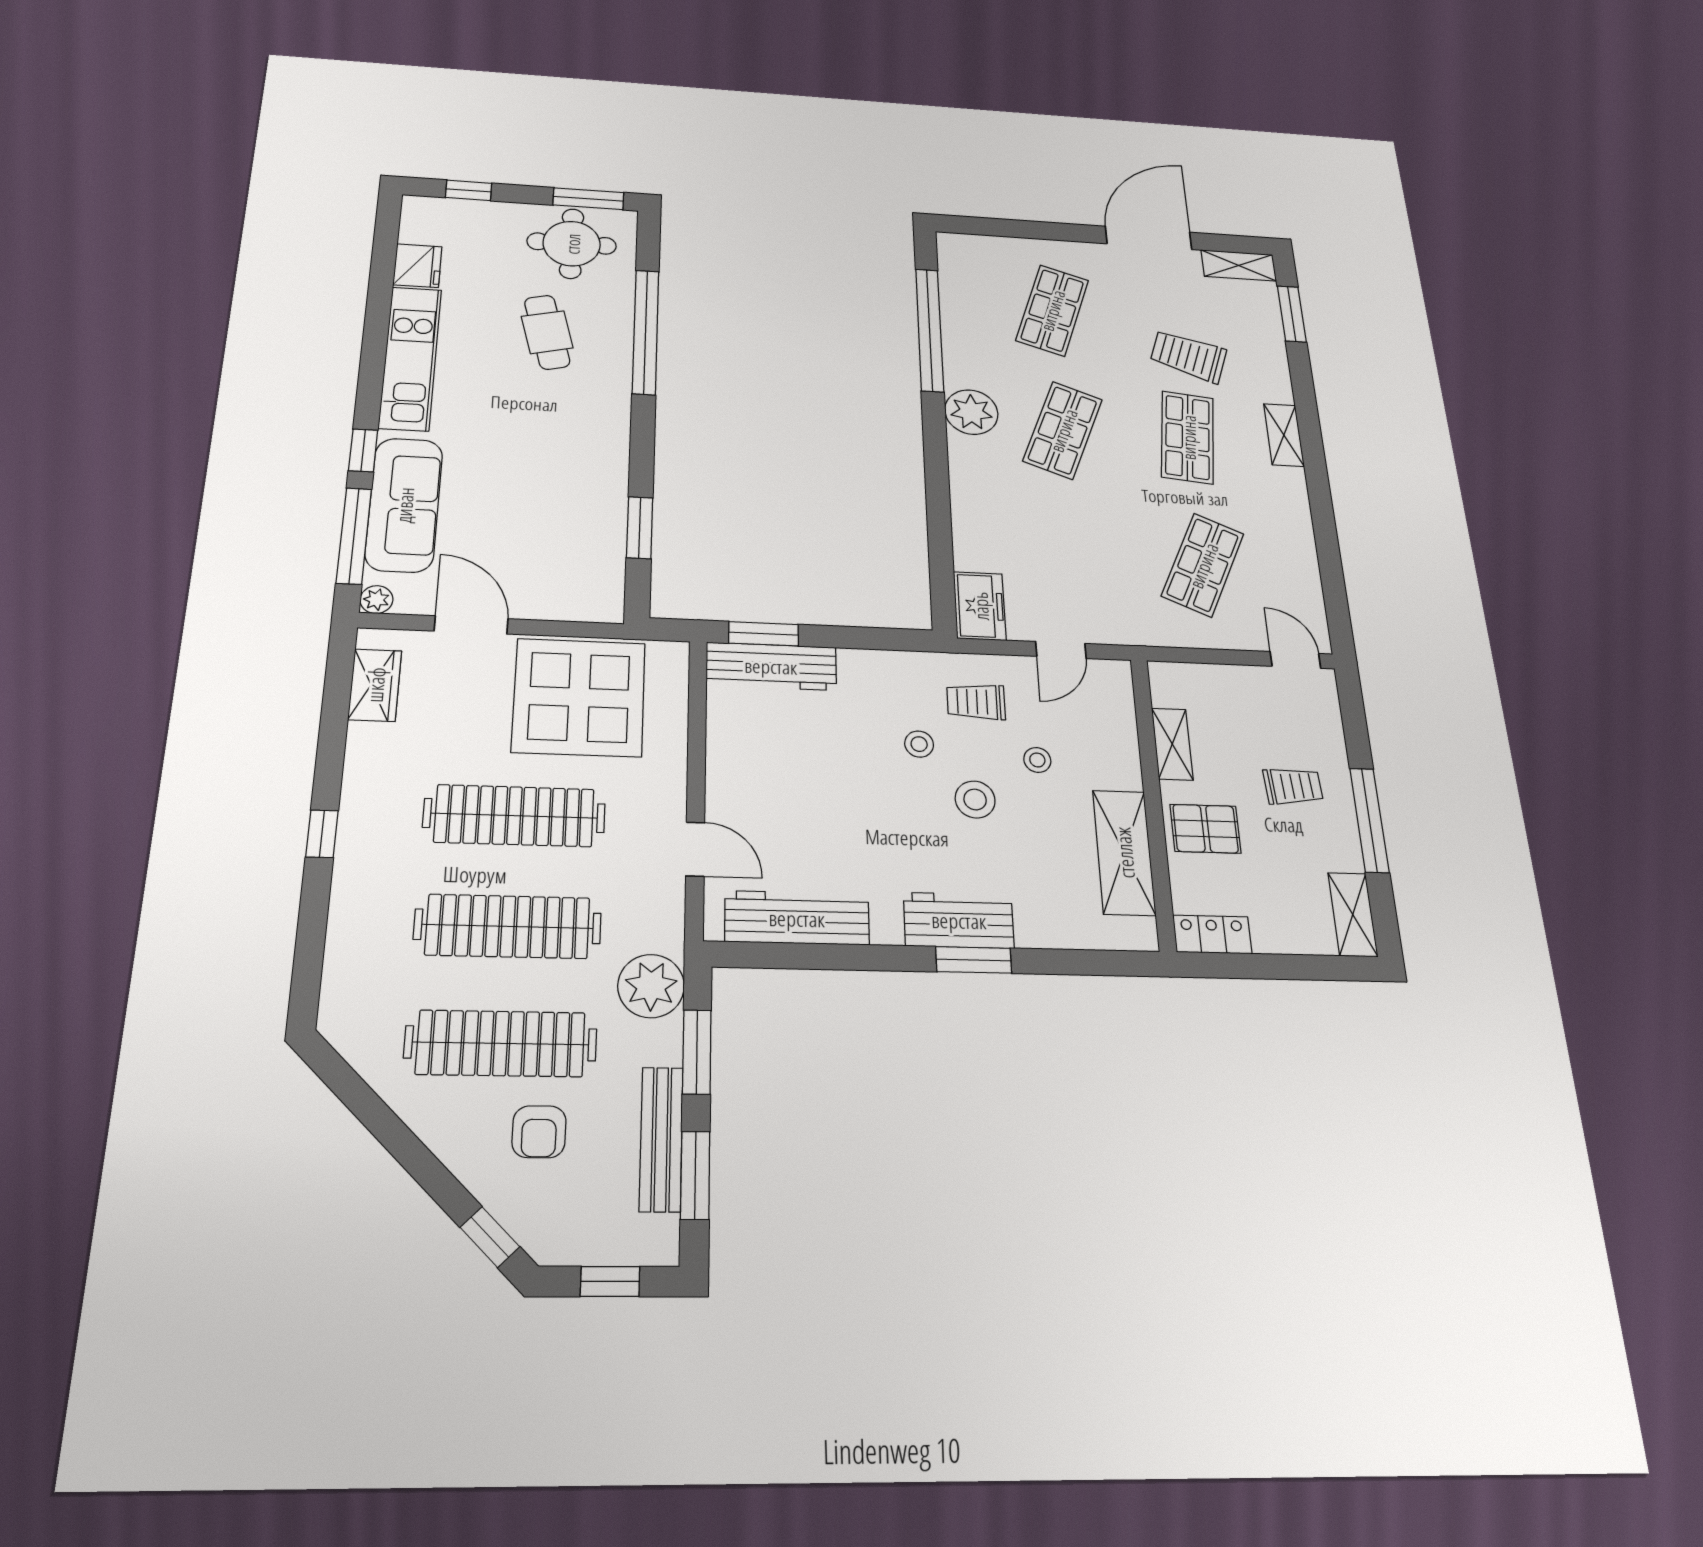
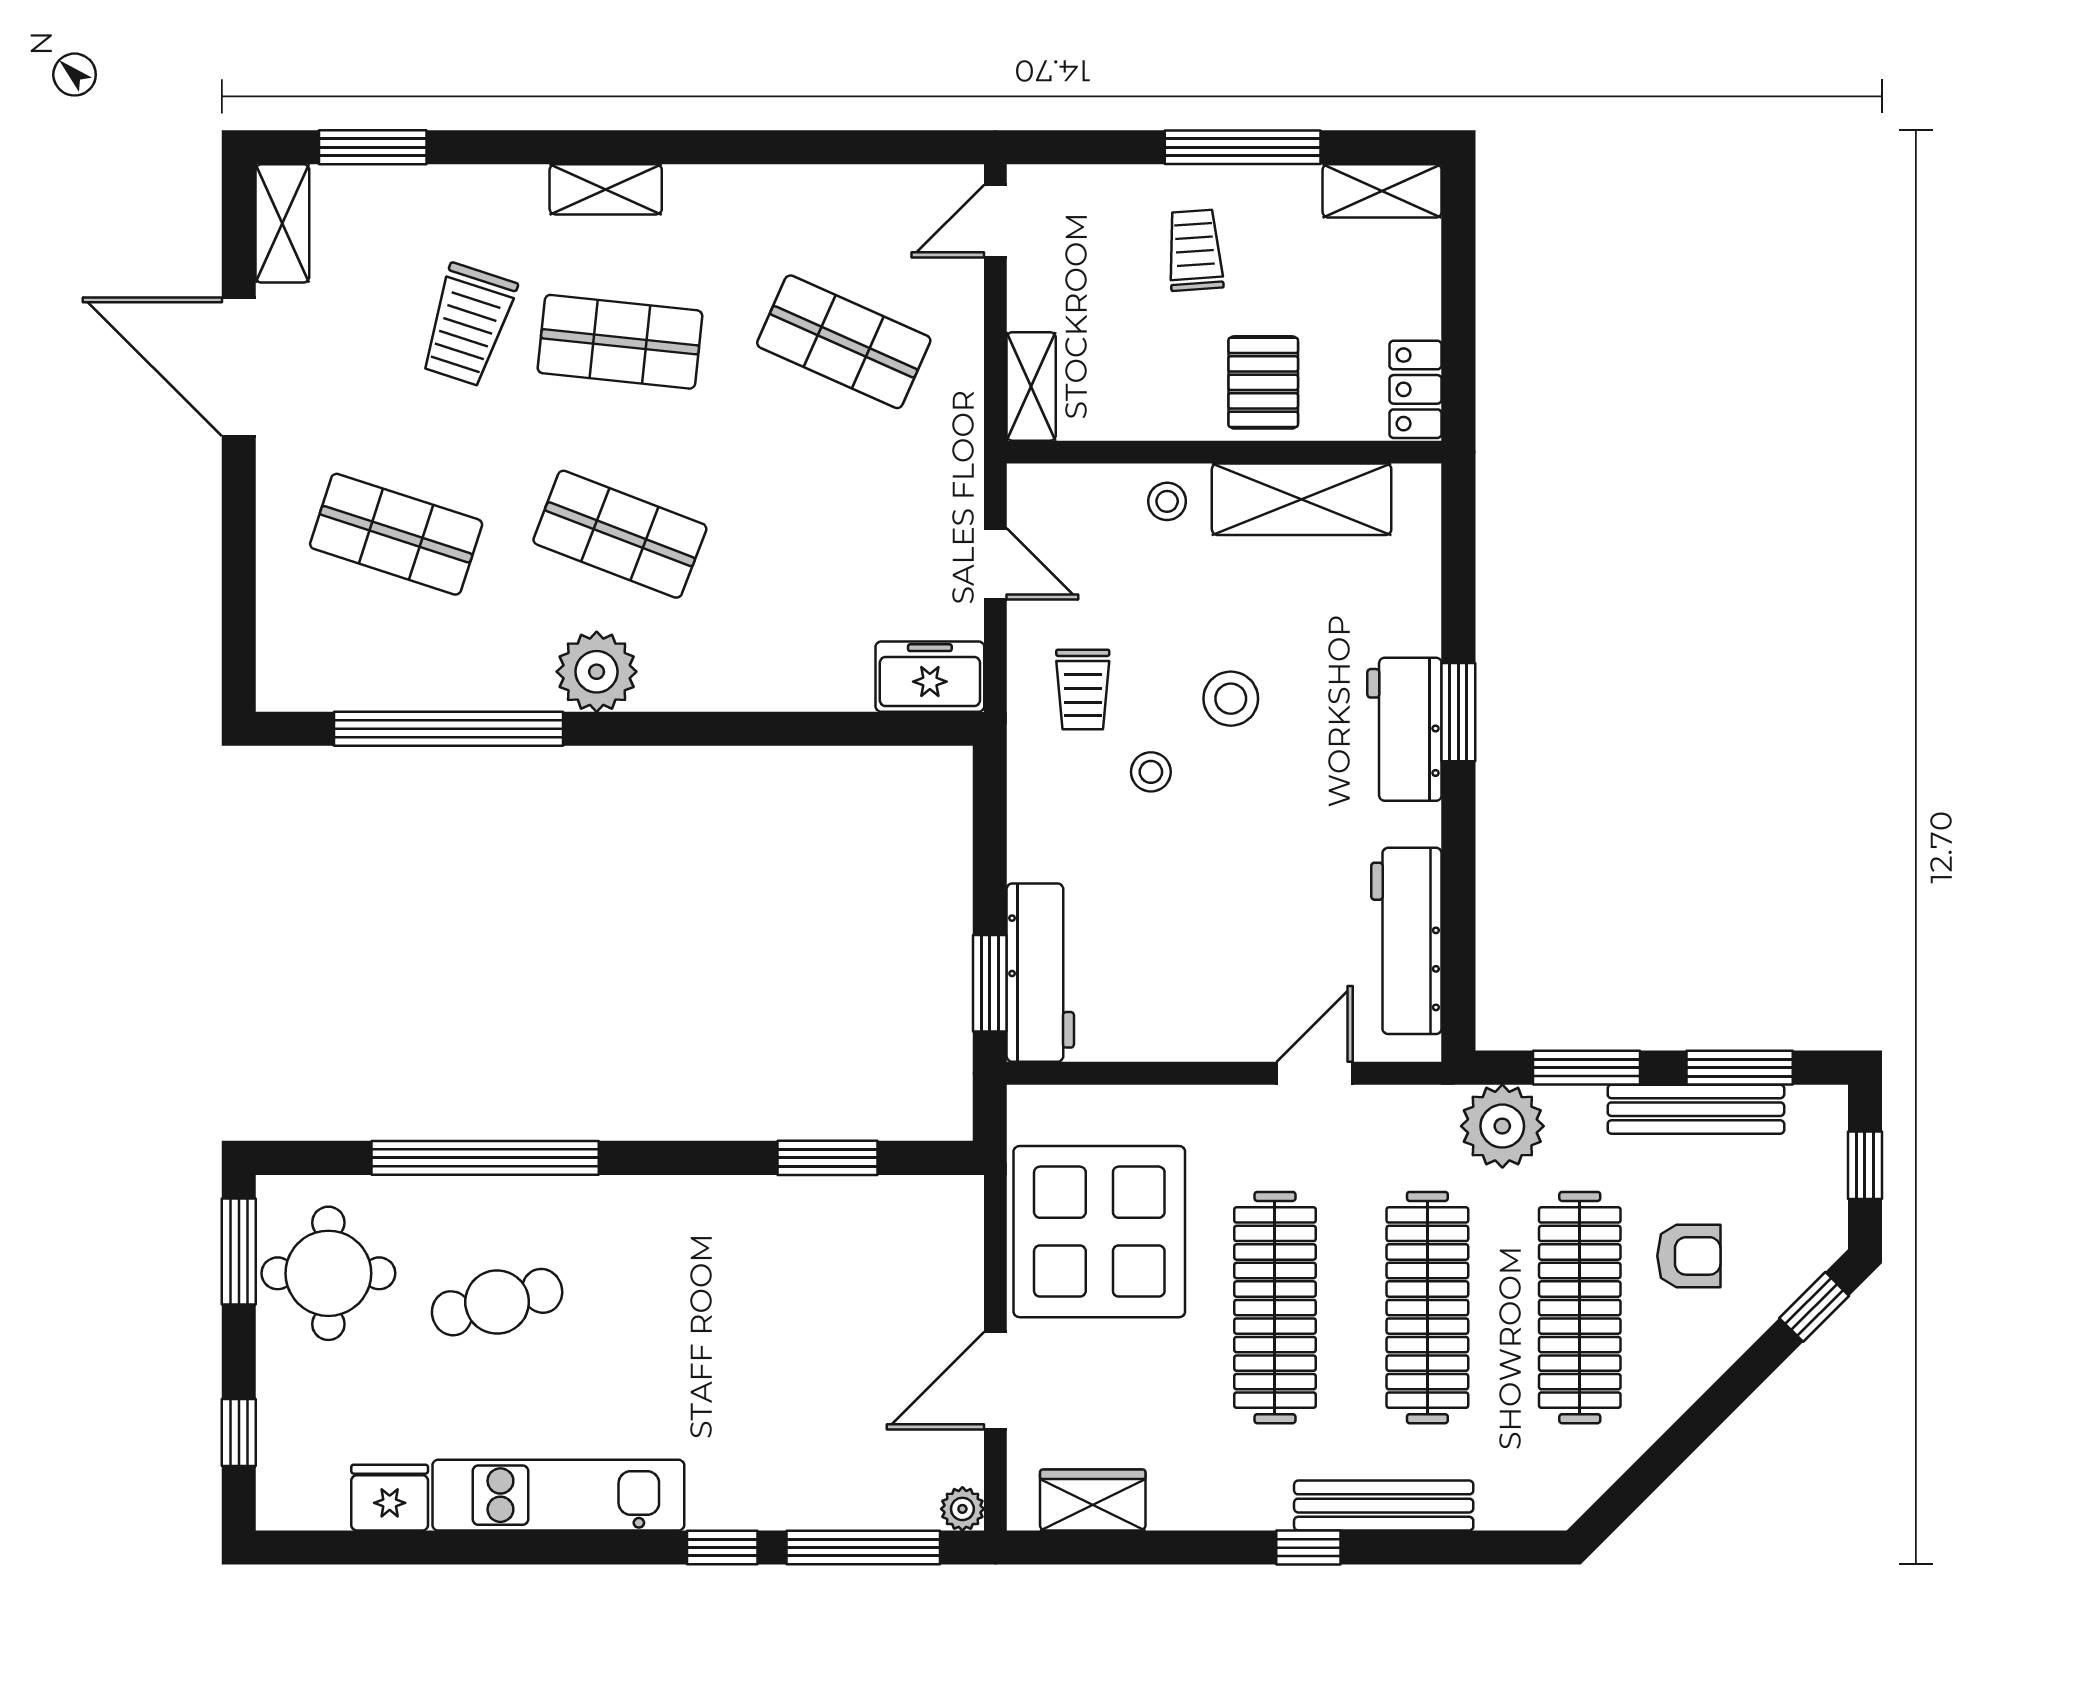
sofa: (404, 505) -> (809, 1484), removed
shelving: (1172, 744) -> (1031, 386), moved, turned 90
stool: (1037, 760) -> (1167, 501), moved
bench: (350, 890) -> (1384, 1506), added

